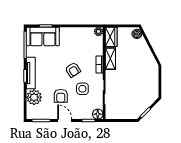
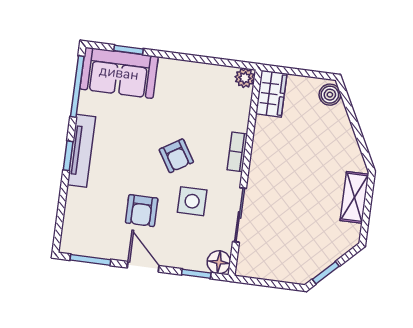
shelving: (110, 59) -> (354, 197), moved
plant: (34, 97) -> (82, 206), removed

